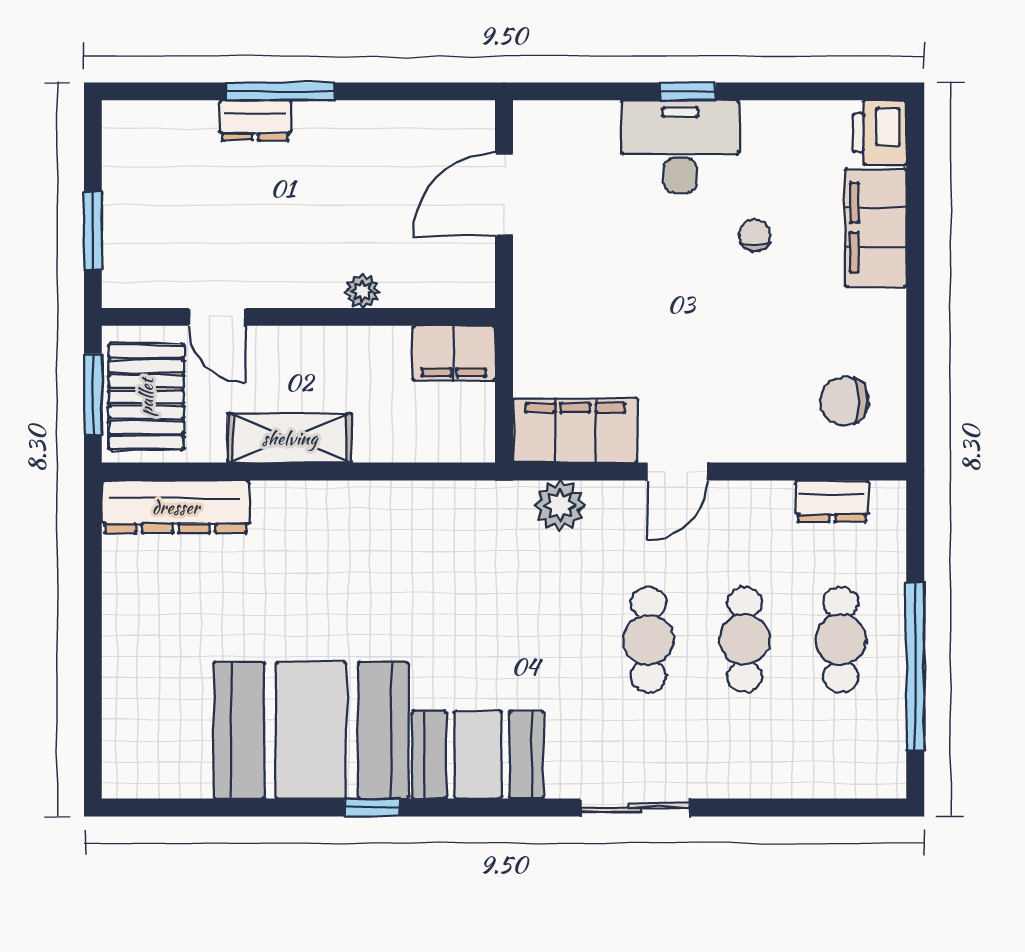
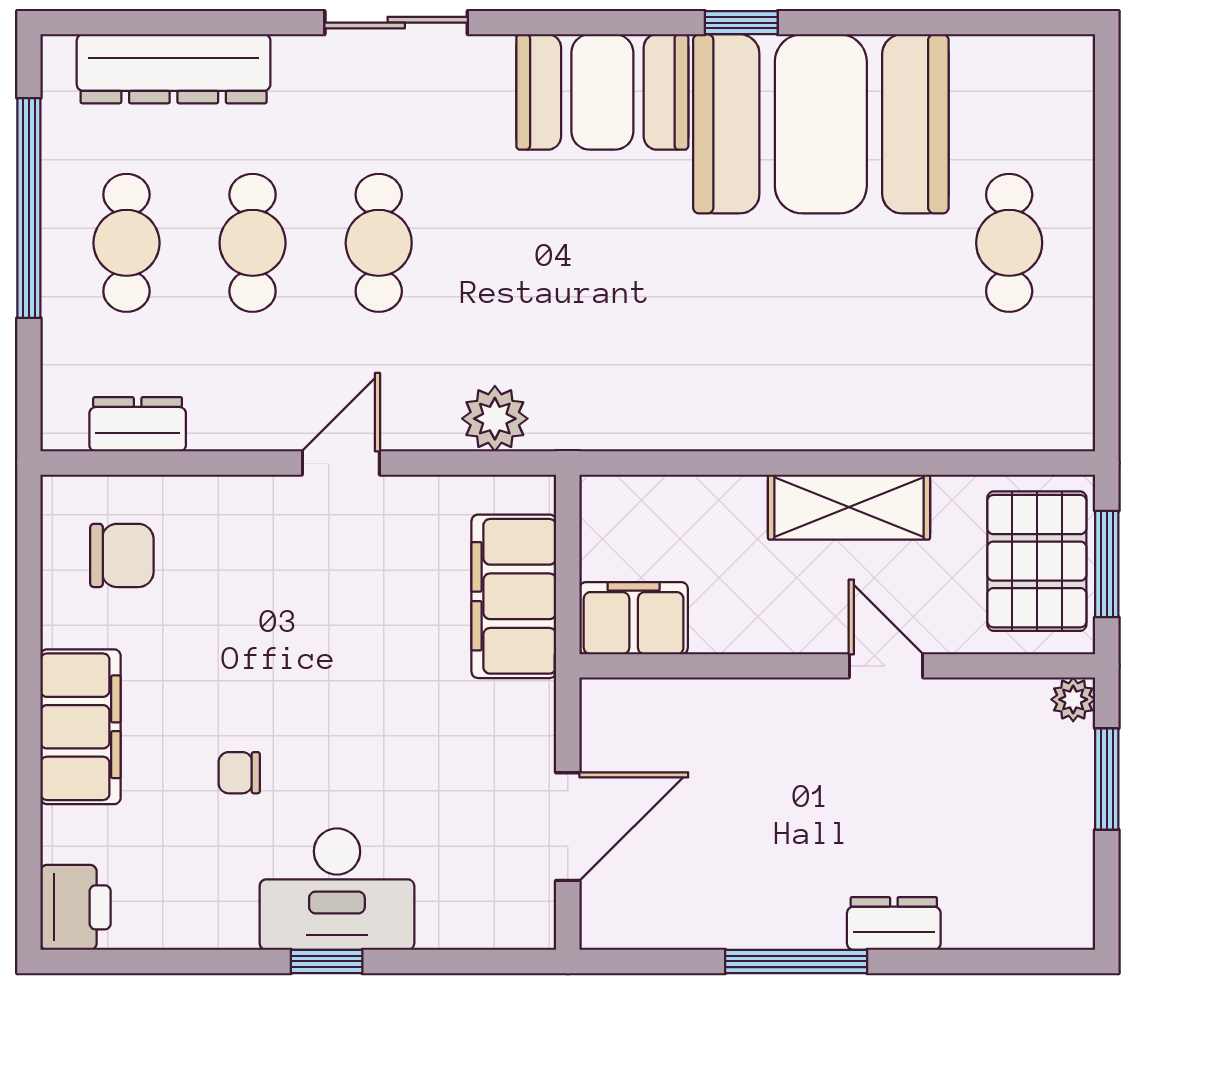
window: (280, 91) -> (796, 961), moved
filing cabinet: (876, 228) -> (81, 727), moved
chair: (755, 235) -> (239, 773), turned 90
plant: (362, 291) -> (1073, 699), moved
door: (217, 317) -> (886, 666), moved
filing cabinet: (575, 430) -> (514, 596), moved, turned 90
dresser: (176, 507) -> (174, 69), moved, turned 180
cafe table: (167, 640) -> (1009, 243), added

